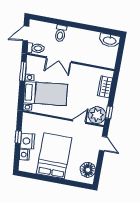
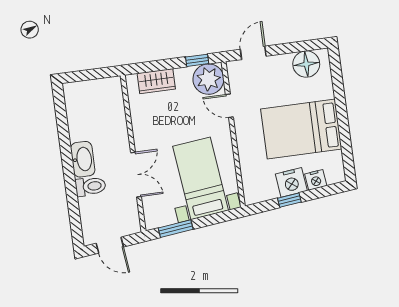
washbasin: (110, 40) -> (83, 159), moved
toilet: (36, 48) -> (129, 220), removed

